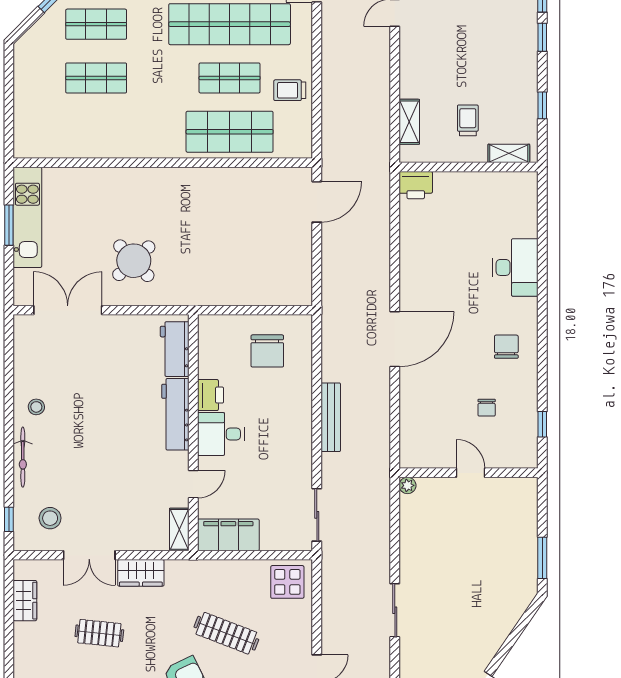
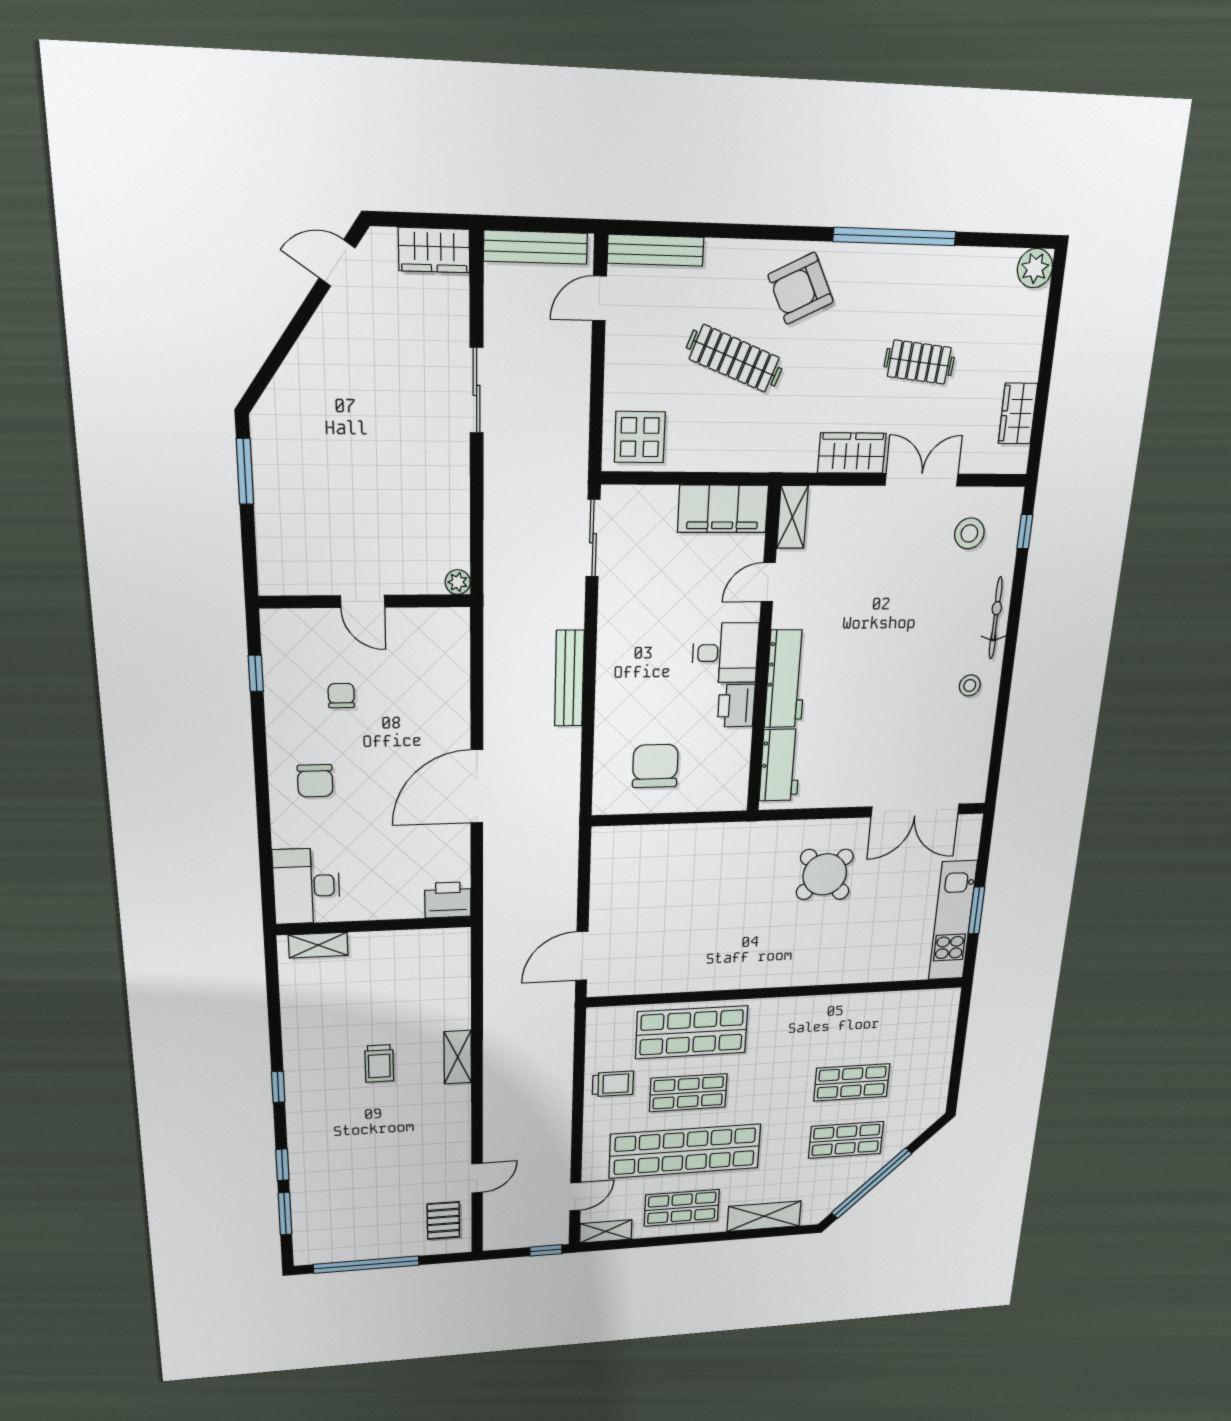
shelving: (509, 153) -> (318, 945), moved
wall: (469, 167) -> (374, 926), moved
printer: (416, 185) -> (448, 900), moved

